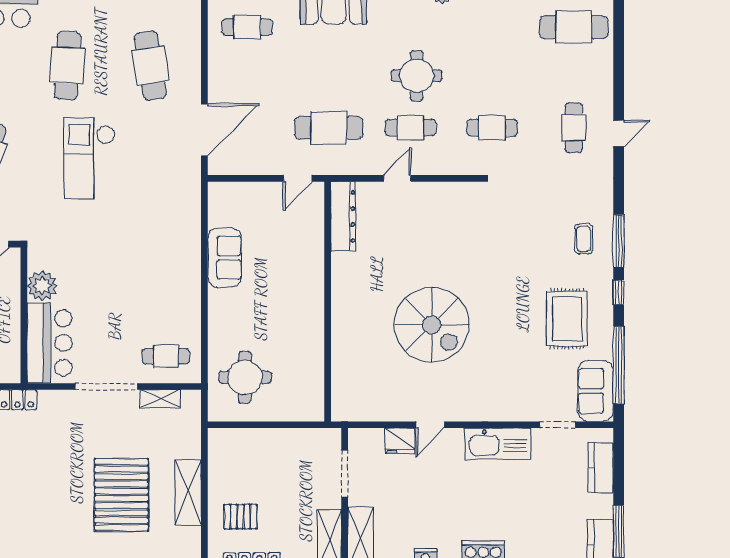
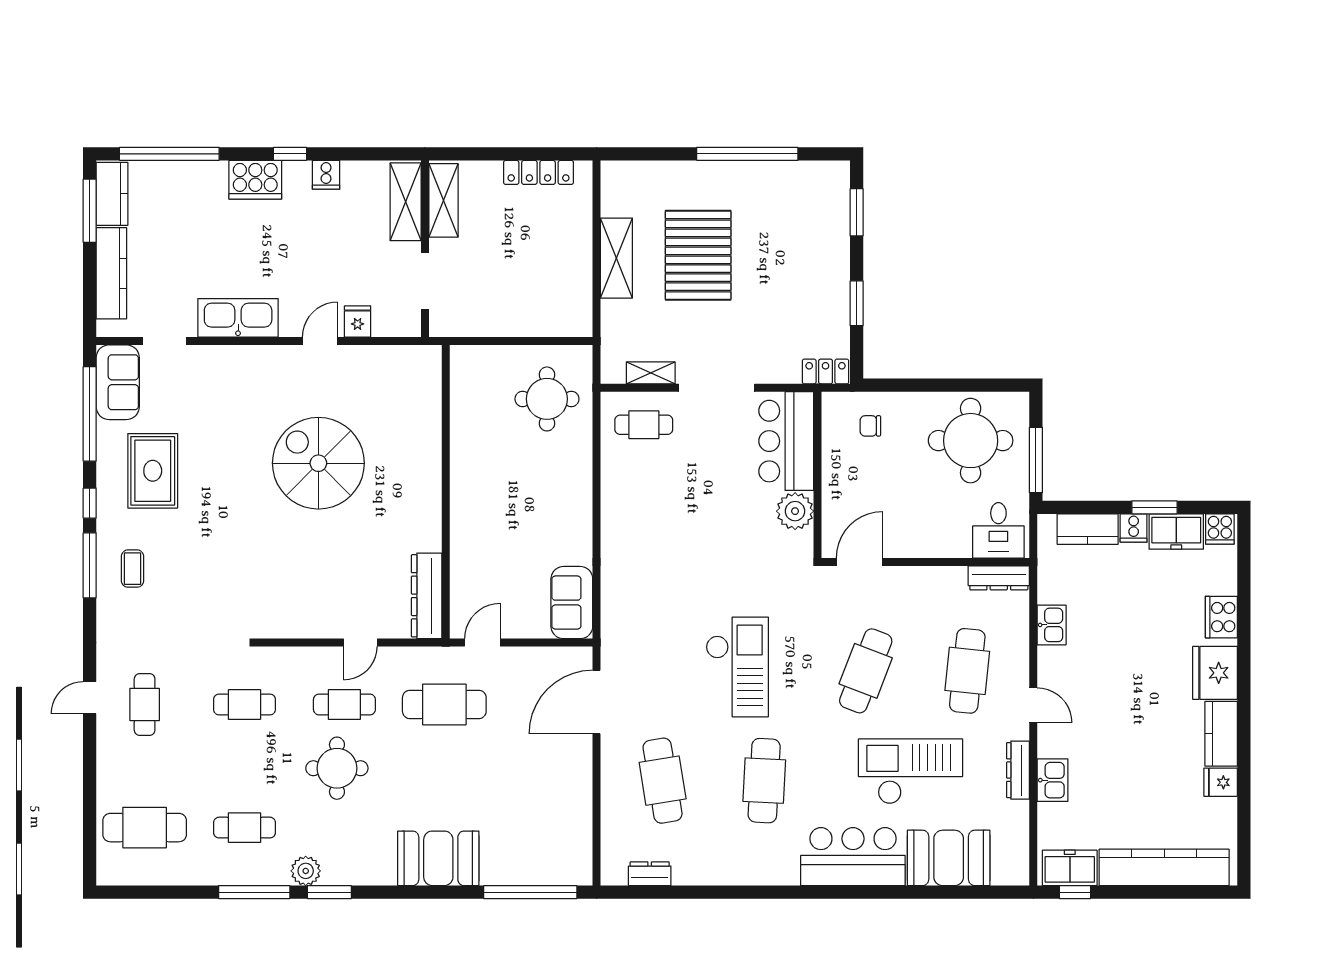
cafe table: (247, 27) -> (245, 828), moved
sofa: (225, 258) -> (572, 603), moved
fridge: (400, 441) -> (358, 321), width x0.72
kitchen counter: (601, 468) -> (111, 273), width x1.50
pallet: (240, 517) -> (553, 228), removed

